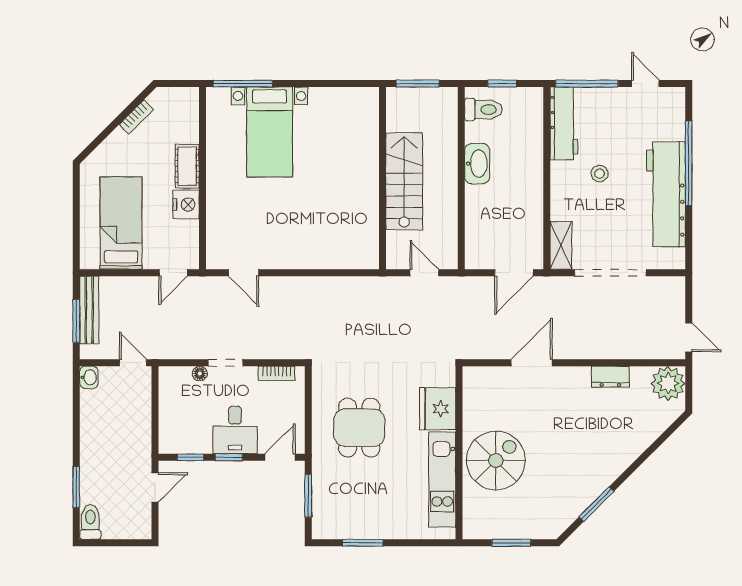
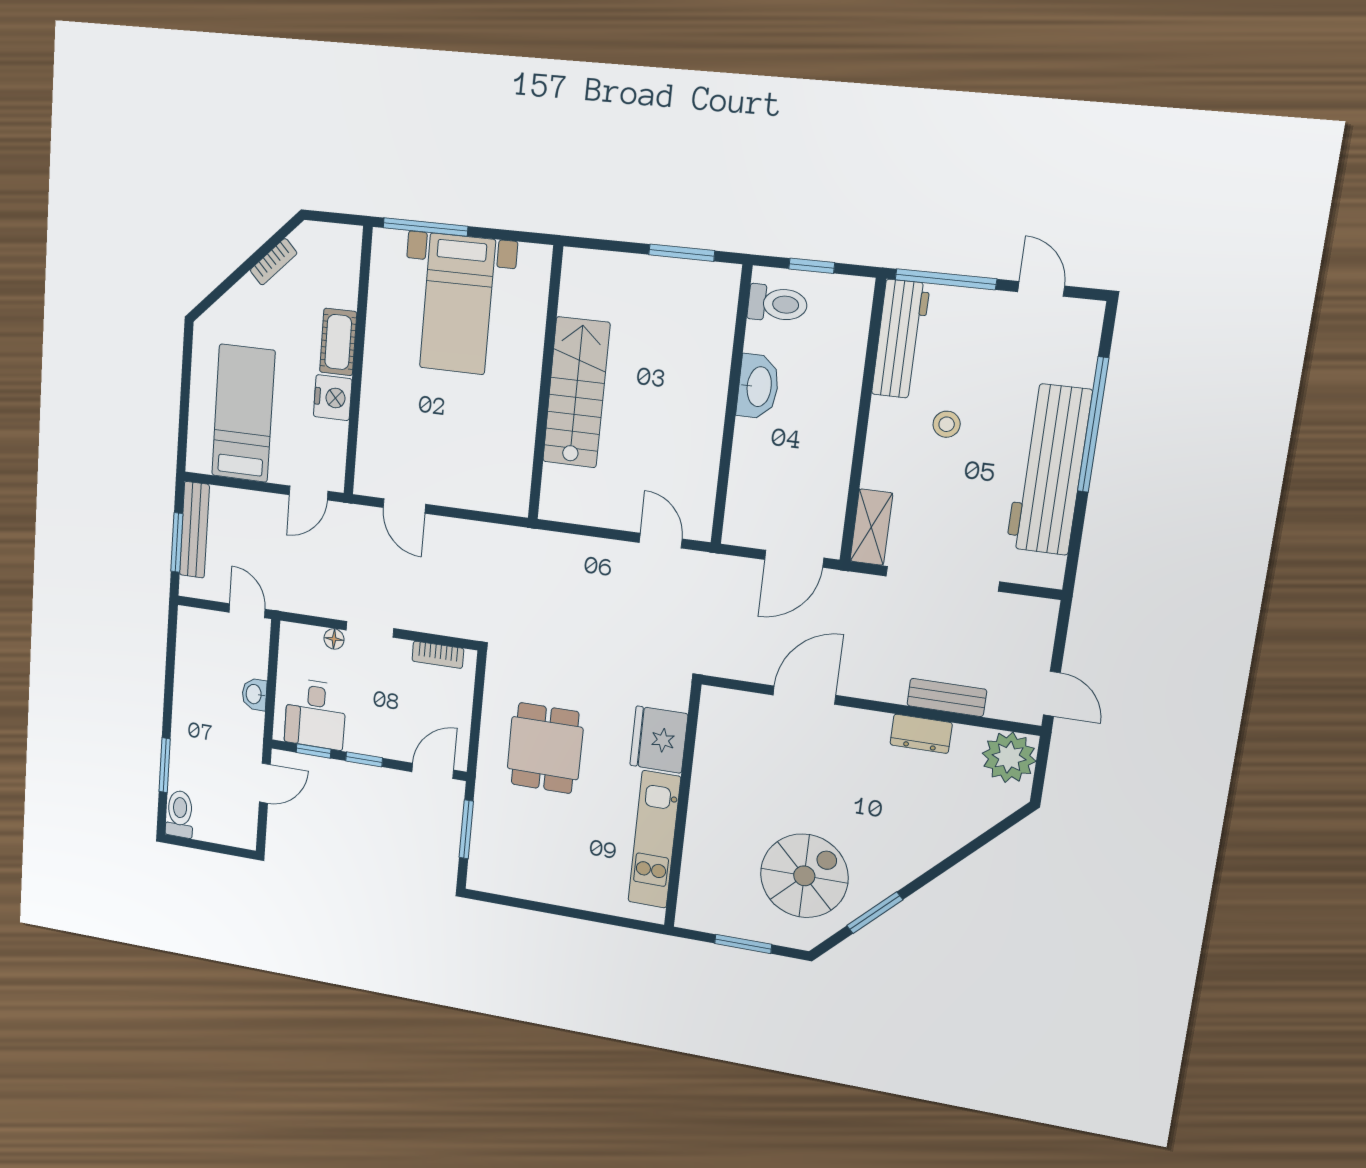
wall: (382, 178) -> (545, 384), moved
stairs: (404, 181) -> (576, 392), moved
bench: (623, 350) -> (947, 697), added
washbasin: (89, 377) -> (254, 694), moved, turned 180
desk: (235, 430) -> (315, 714), moved
spiral stairs: (496, 460) -> (804, 876), moved
window: (363, 543) -> (535, 906), removed

